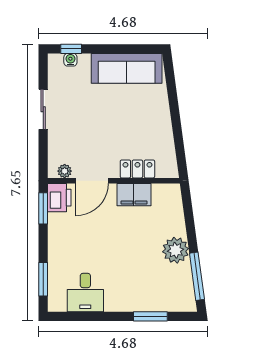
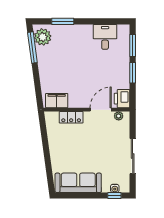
sliding door: (43, 109) -> (133, 156), width x1.37
filing cabinet: (134, 195) -> (57, 101), moved
window: (43, 208) -> (133, 73), moved
plant: (176, 250) -> (43, 37), moved

